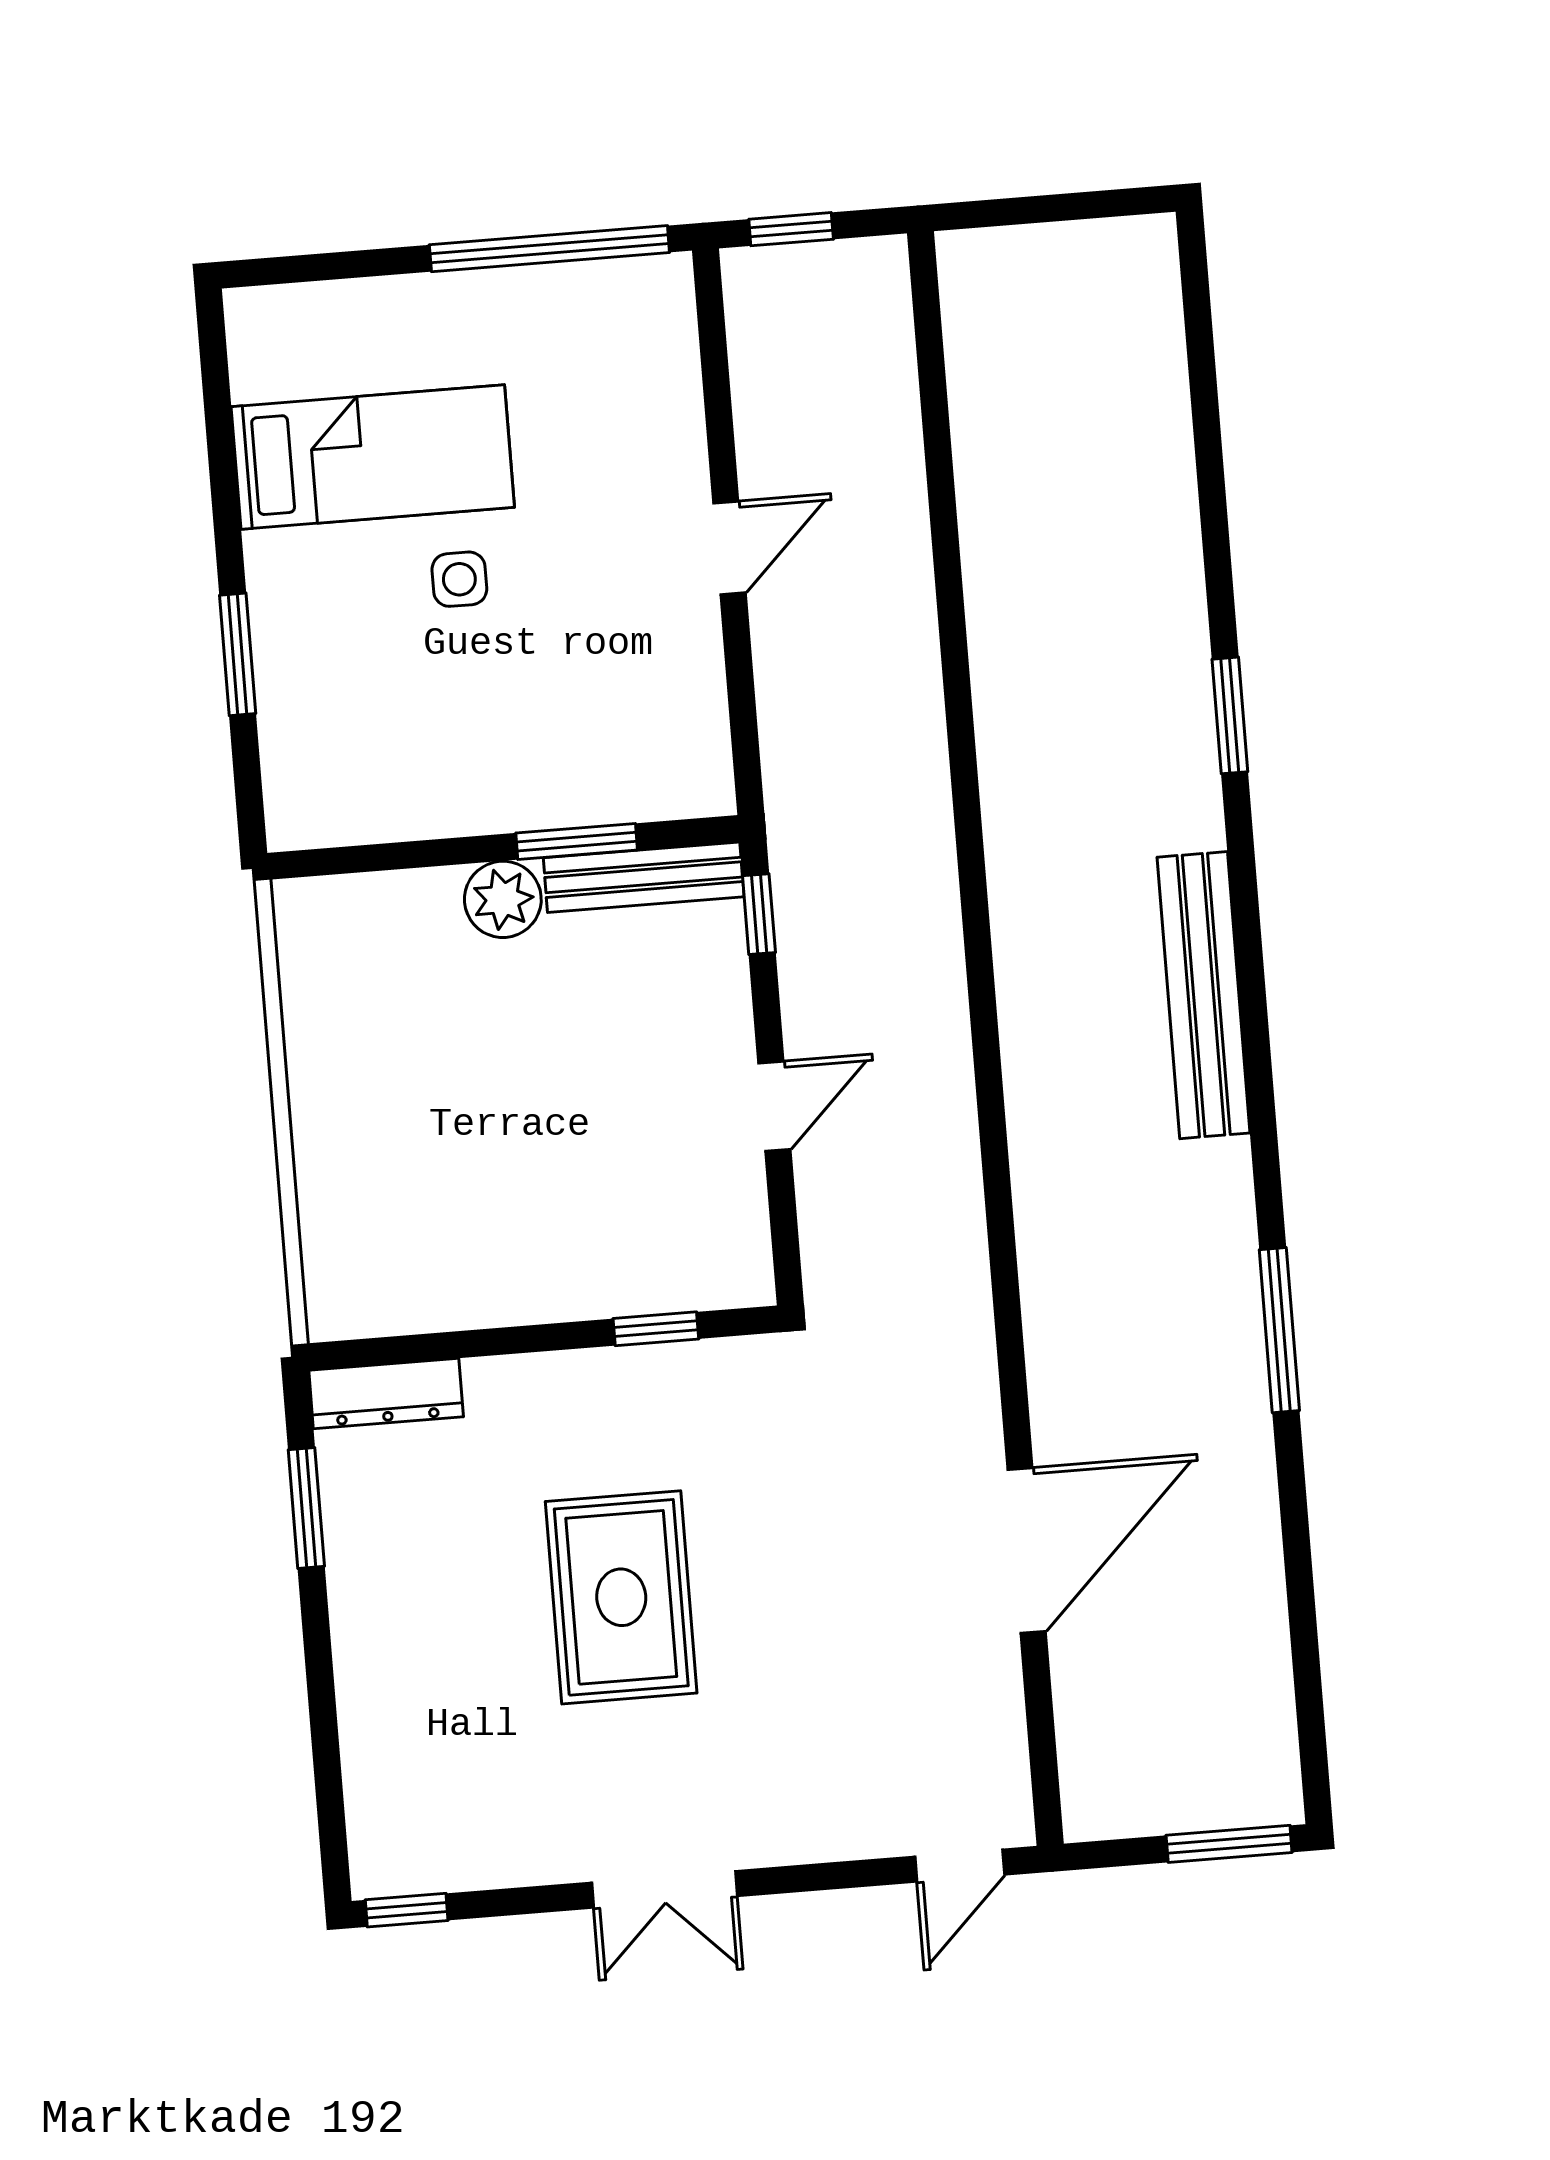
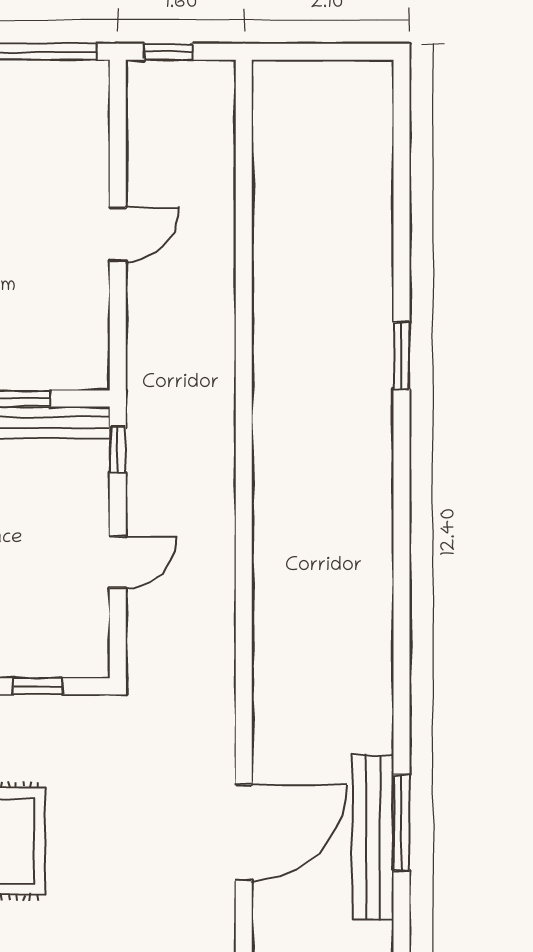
bench: (1204, 995) -> (373, 837), moved
window: (1279, 1330) -> (401, 823), moved

